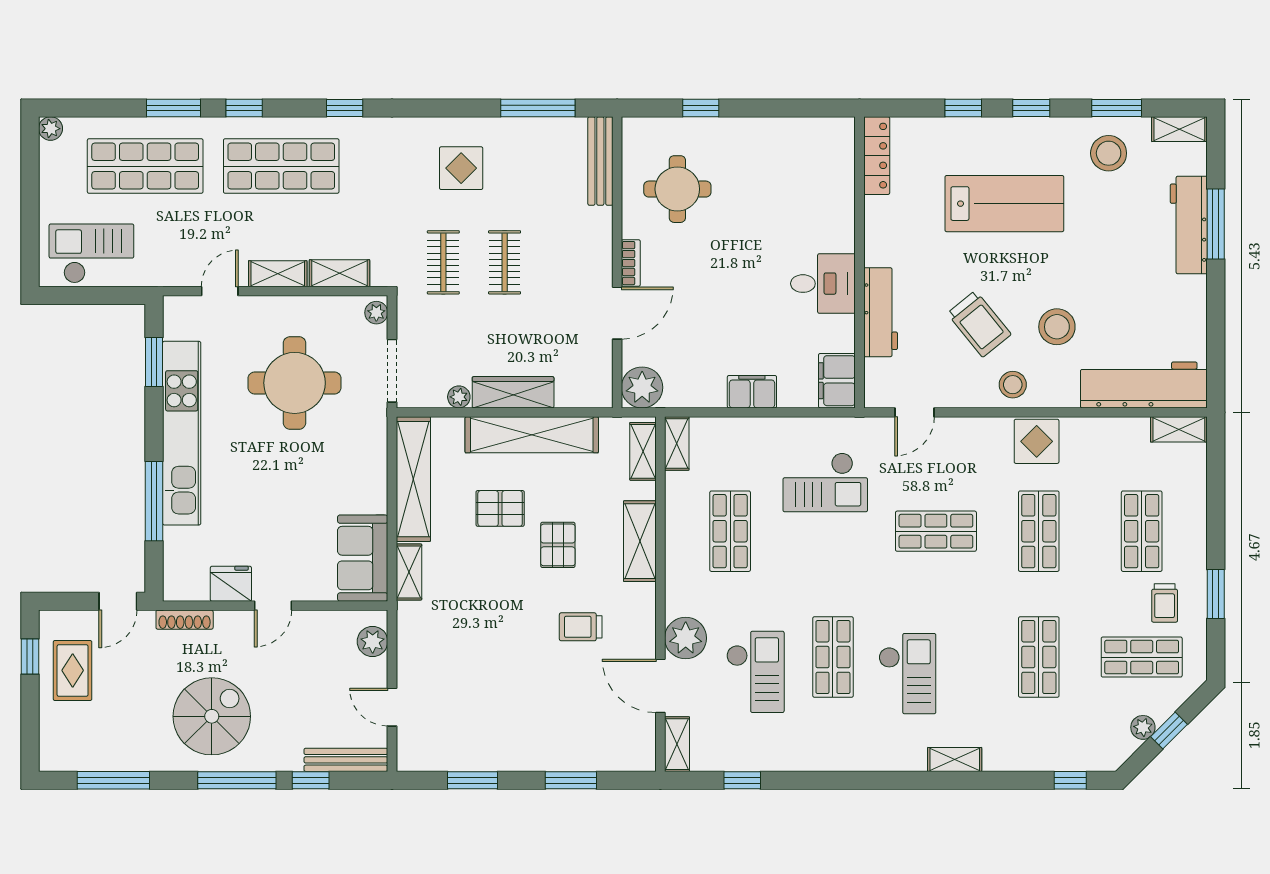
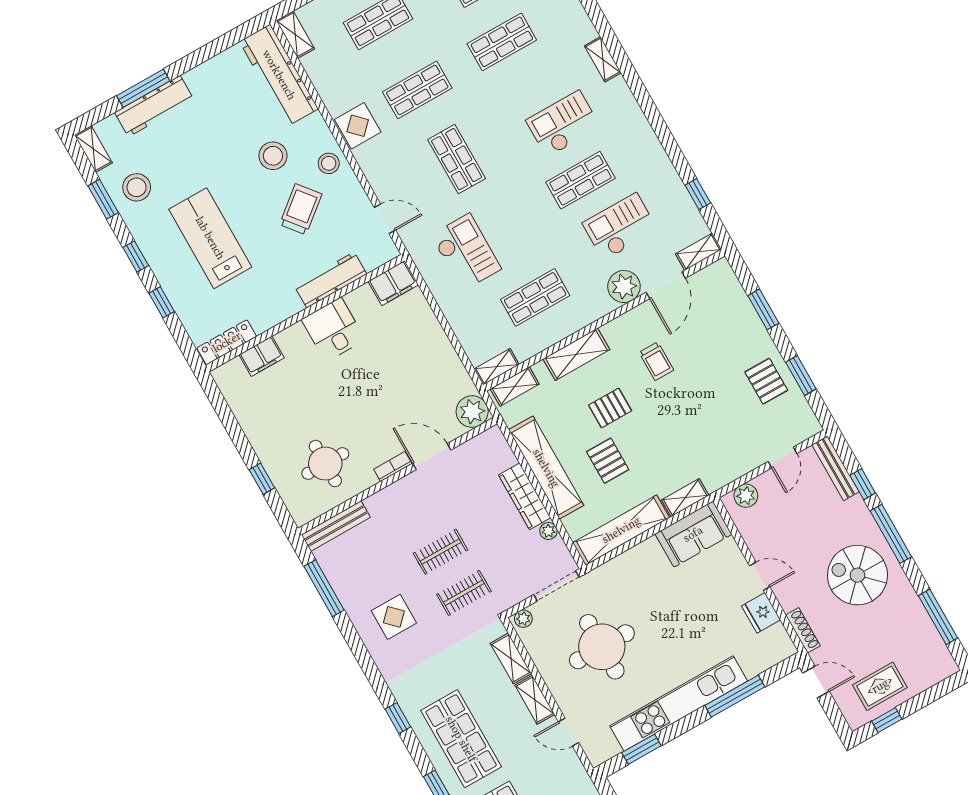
filing cabinet: (752, 392) -> (262, 356), moved, turned -90
pallet: (488, 738) -> (766, 381), added

